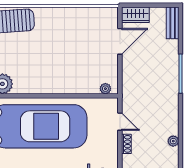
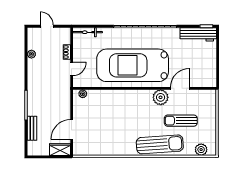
bench: (173, 23) -> (32, 128), moved
door: (120, 122) -> (72, 69), swing flipped

